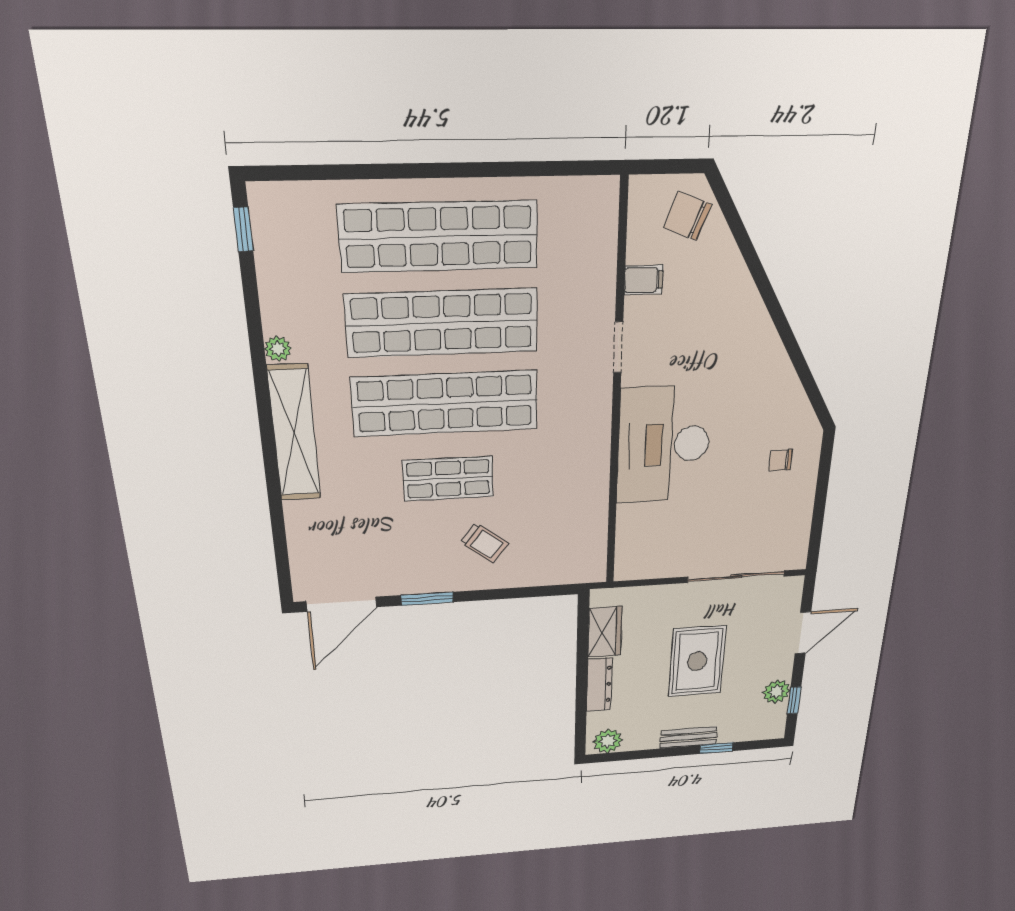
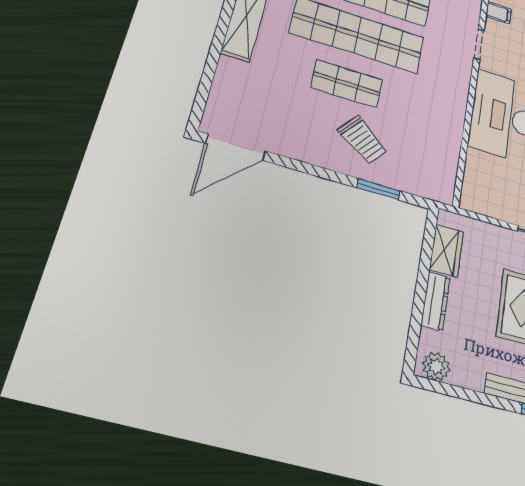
trolley: (484, 543) -> (363, 140), width x1.36, depth x1.39
window: (427, 599) -> (378, 189), moved

